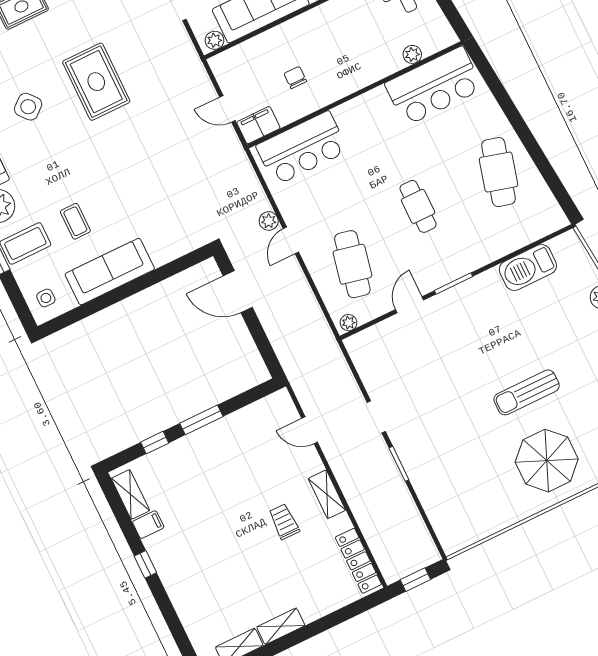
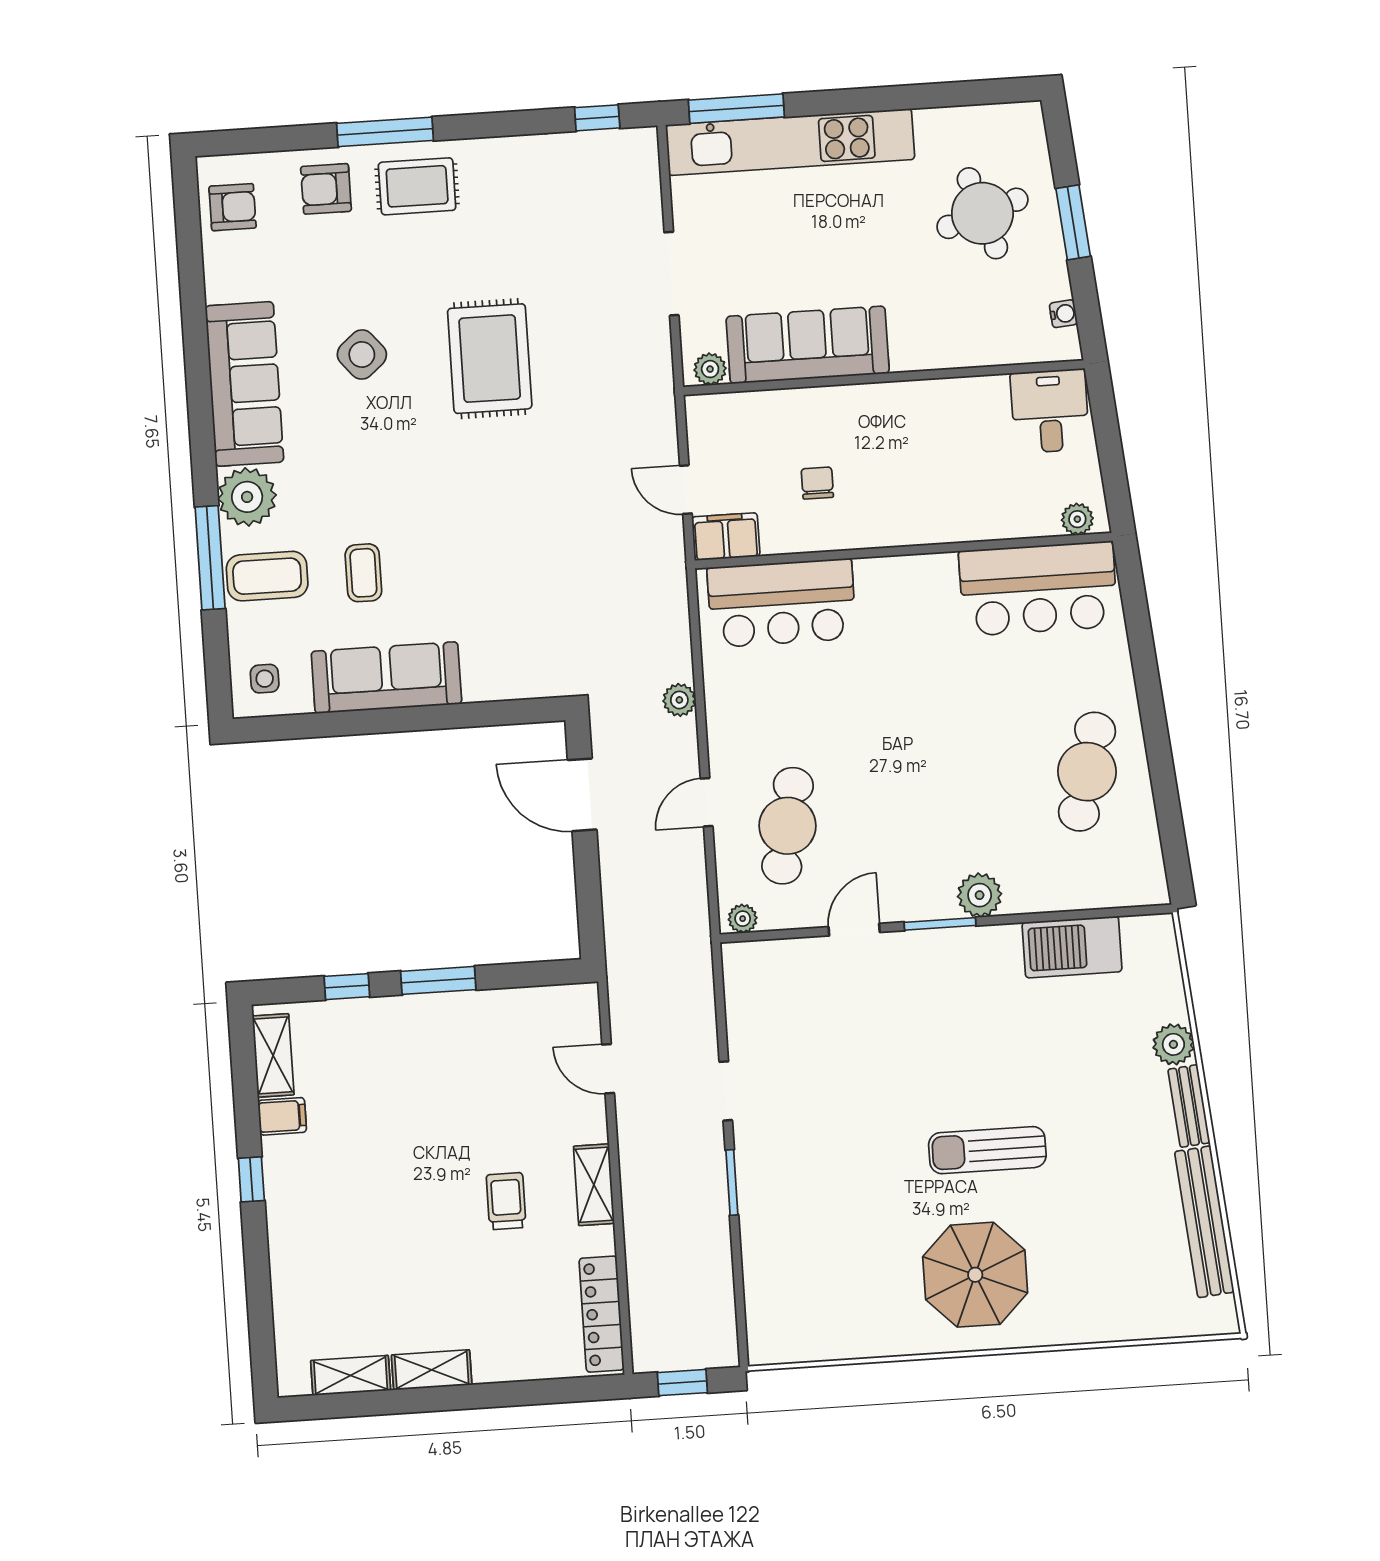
plant: (412, 54) -> (1077, 519), moved
cafe table: (418, 206) -> (933, 775), removed
door: (291, 240) -> (707, 802), moved
plant: (468, 260) -> (980, 895), added

